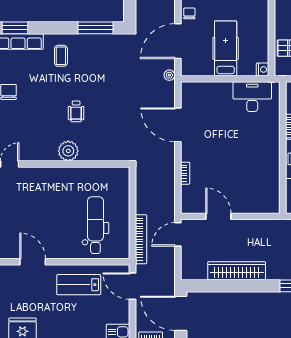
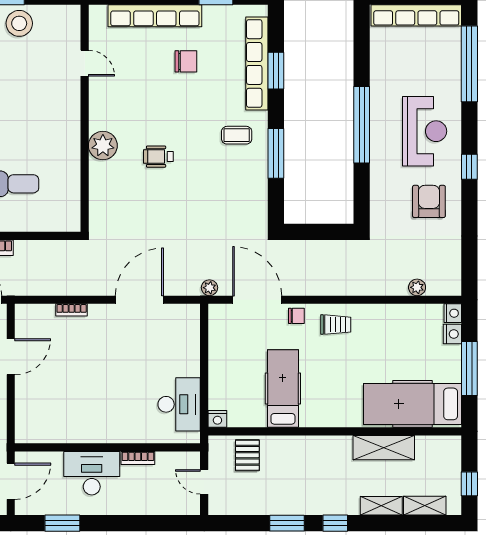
window: (96, 28) -> (276, 153), moved
hospital bed: (226, 48) -> (283, 389), moved, turned -90

